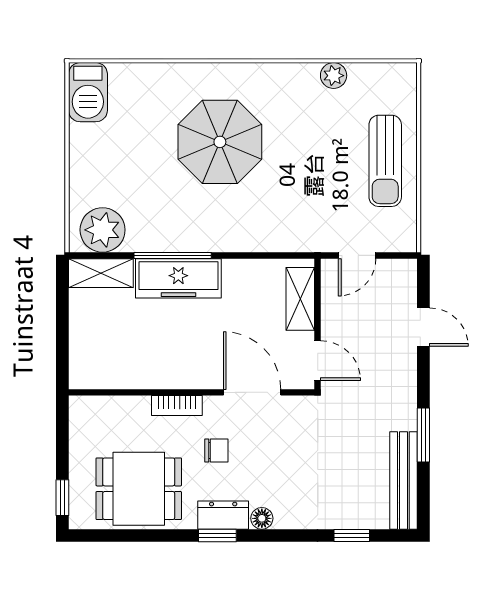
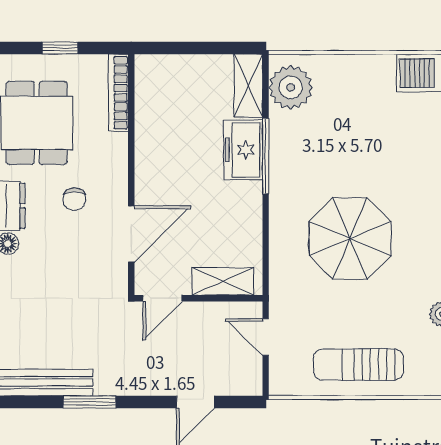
parasol: (220, 142) -> (350, 239), moved
freezer: (178, 278) -> (243, 150), width x0.71
bookcase: (177, 406) -> (118, 93), moved, width x1.56
window: (62, 498) -> (60, 48), moved

